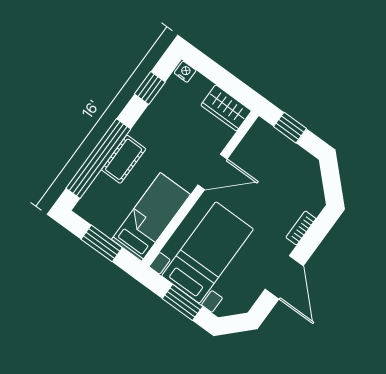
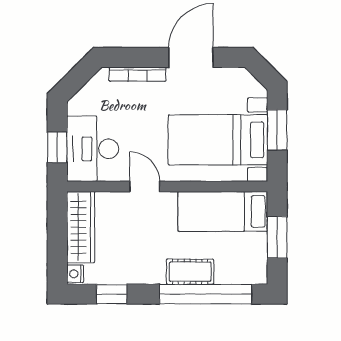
wardrobe: (226, 108) -> (81, 227), width x1.50
desk: (269, 153) -> (93, 149), added
door: (213, 172) -> (145, 186), width x0.73
bookcase: (301, 228) -> (137, 74), width x1.56

